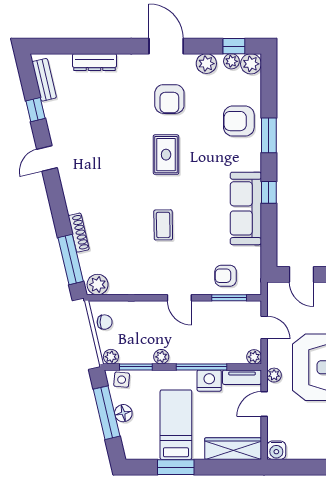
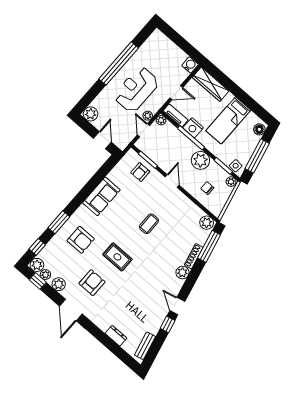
dresser: (94, 62) -> (116, 336), width x0.70
window: (35, 110) -> (168, 324), moved
armchair: (239, 121) -> (81, 240), moved
rug: (166, 155) -> (117, 257), turned 90
door: (47, 159) -> (177, 306), swing flipped
window: (269, 192) -> (37, 247), moved
plant: (75, 202) -> (182, 273), added
sofa: (246, 208) -> (101, 196), width x0.73
armchair: (226, 276) -> (140, 172), turned 90
chair: (105, 322) -> (207, 188), moved
plant: (161, 357) -> (200, 160), width x1.88, depth x1.88
plant: (274, 375) -> (148, 116), moved
floor lamp: (123, 413) -> (259, 129), moved
window: (176, 467) -> (247, 100), removed

